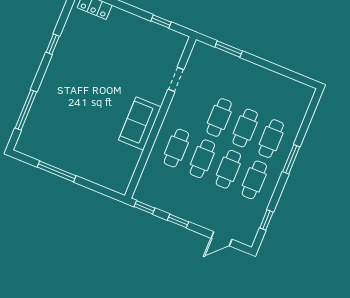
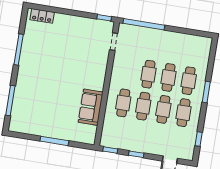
window: (161, 21) -> (104, 18), moved
window: (53, 44) -> (19, 50), width x2.17
window: (229, 49) -> (144, 24), width x2.11
doorway: (176, 79) -> (114, 42), moved
sofa: (140, 123) -> (91, 107), moved
window: (57, 171) -> (54, 141), moved

